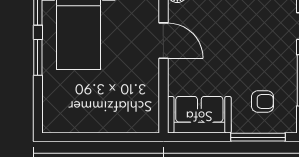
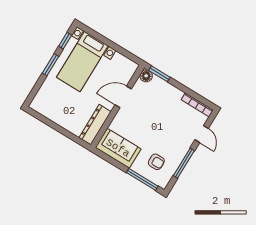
door: (163, 41) -> (123, 97), swing flipped
dresser: (148, 102) -> (95, 125), added

